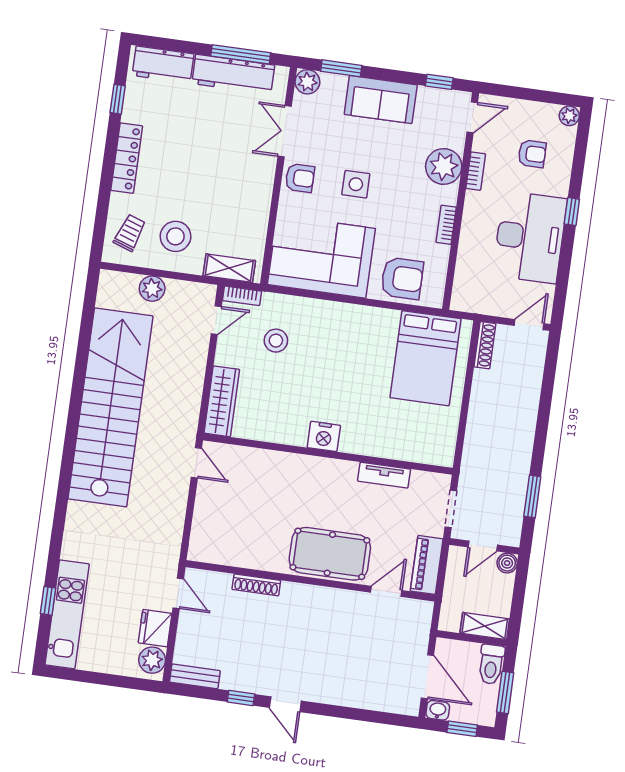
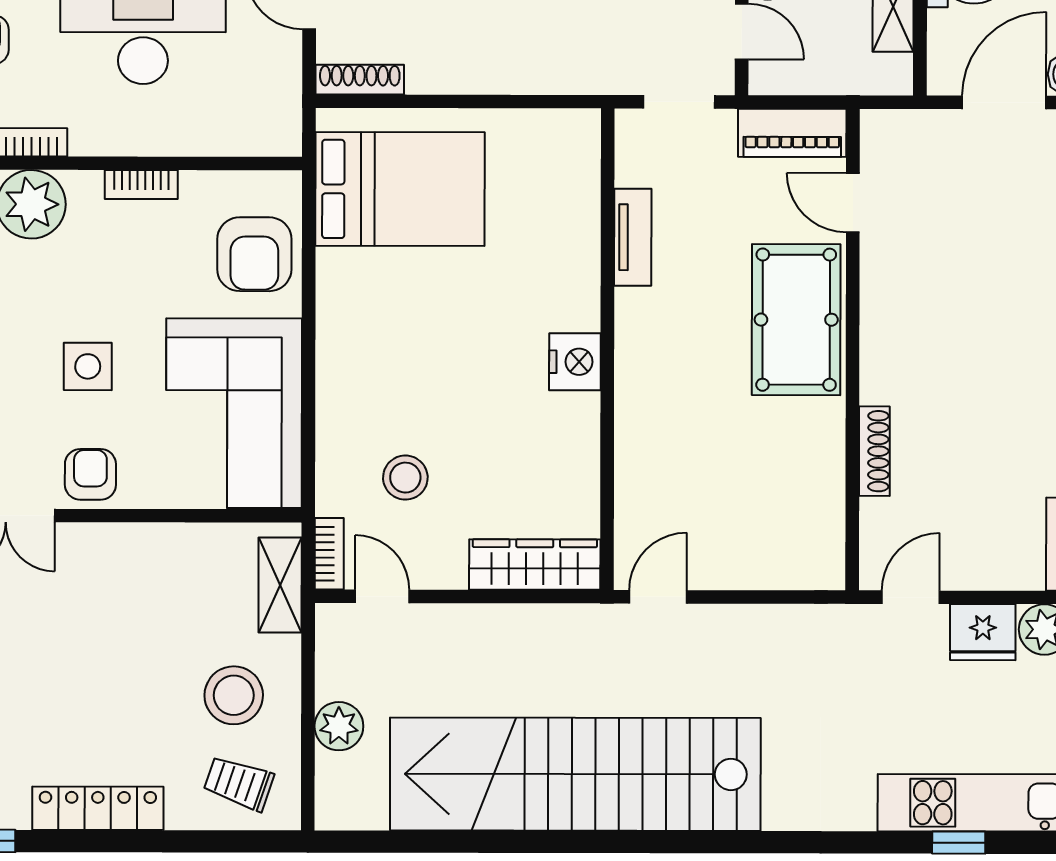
armchair: (402, 278) -> (254, 254), turned 180

